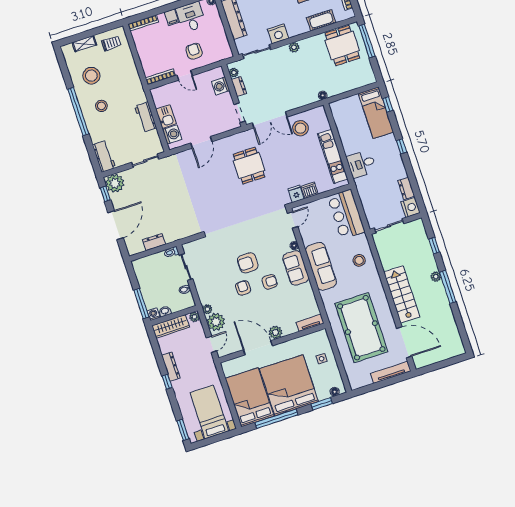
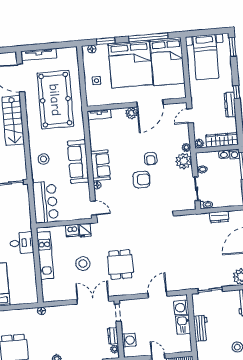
stool: (300, 128) -> (83, 264), moved
door: (293, 220) -> (93, 208), swing flipped
armchair: (270, 282) -> (126, 159), removed
plant: (216, 322) -> (184, 161), moved
door: (258, 348) -> (150, 103), hinge flipped

